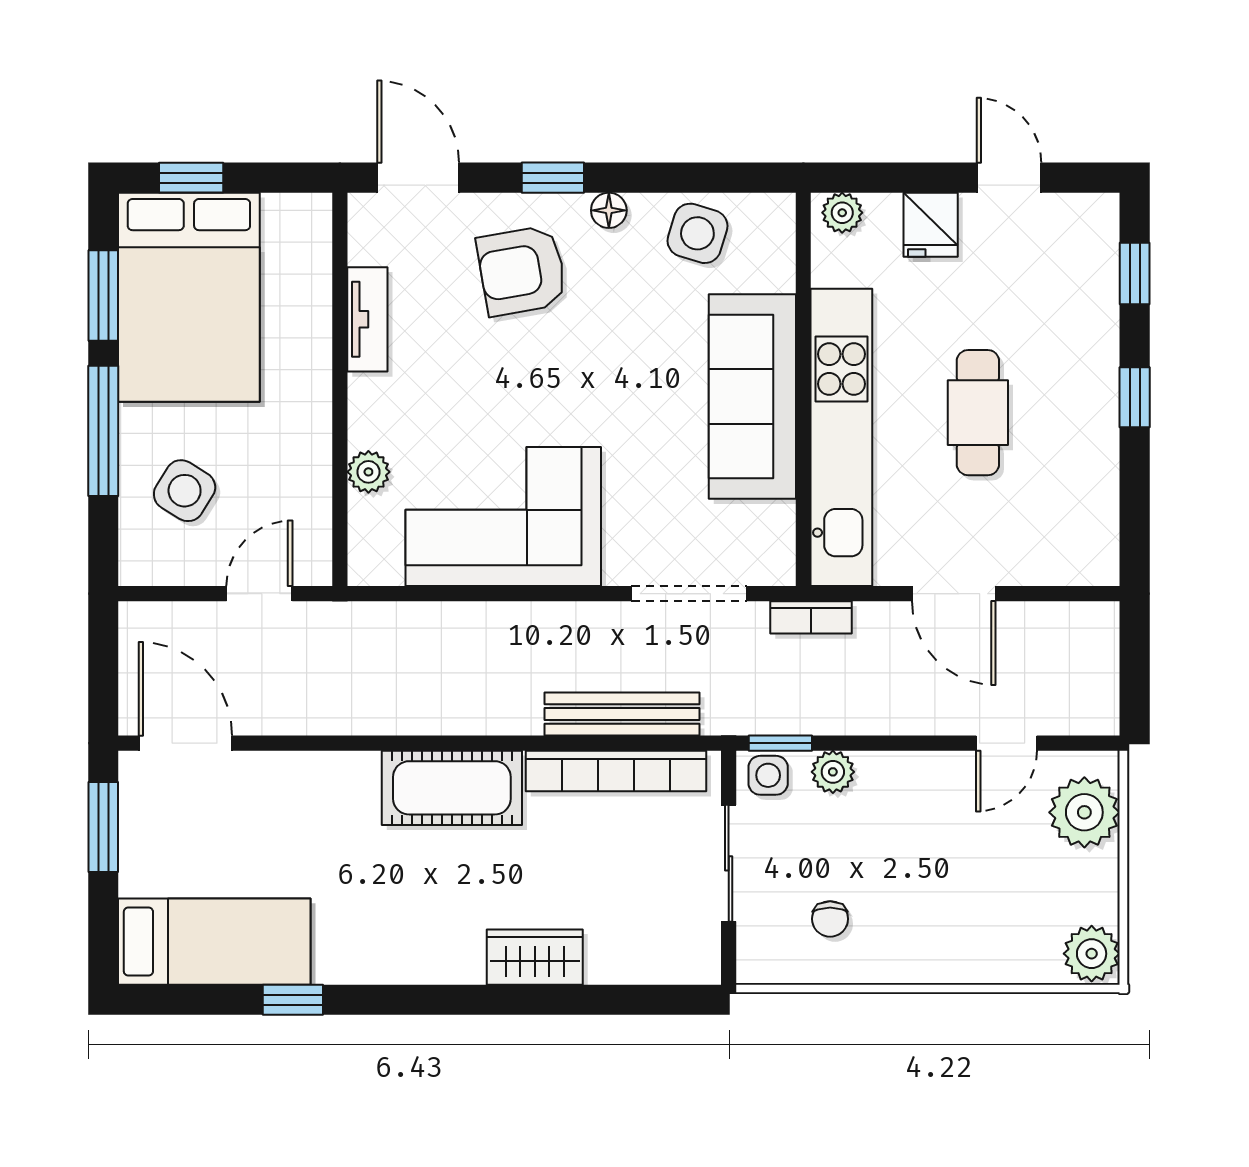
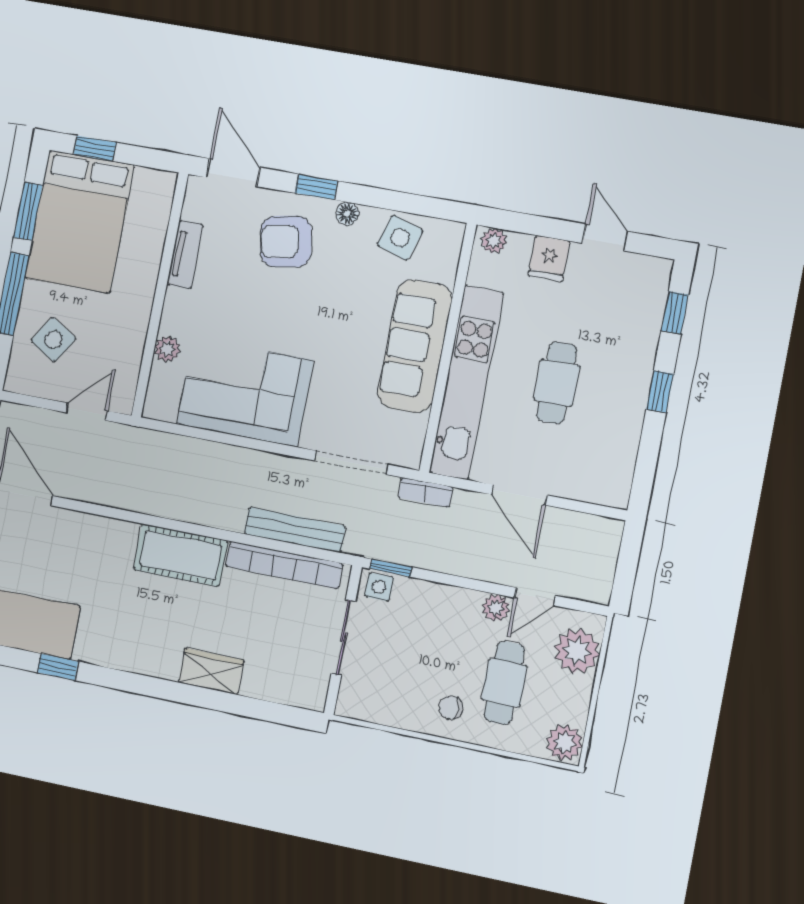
plant: (833, 772) -> (496, 608), moved
cafe table: (985, 882) -> (504, 683), added
chair: (830, 919) -> (451, 708), moved, turned 90

